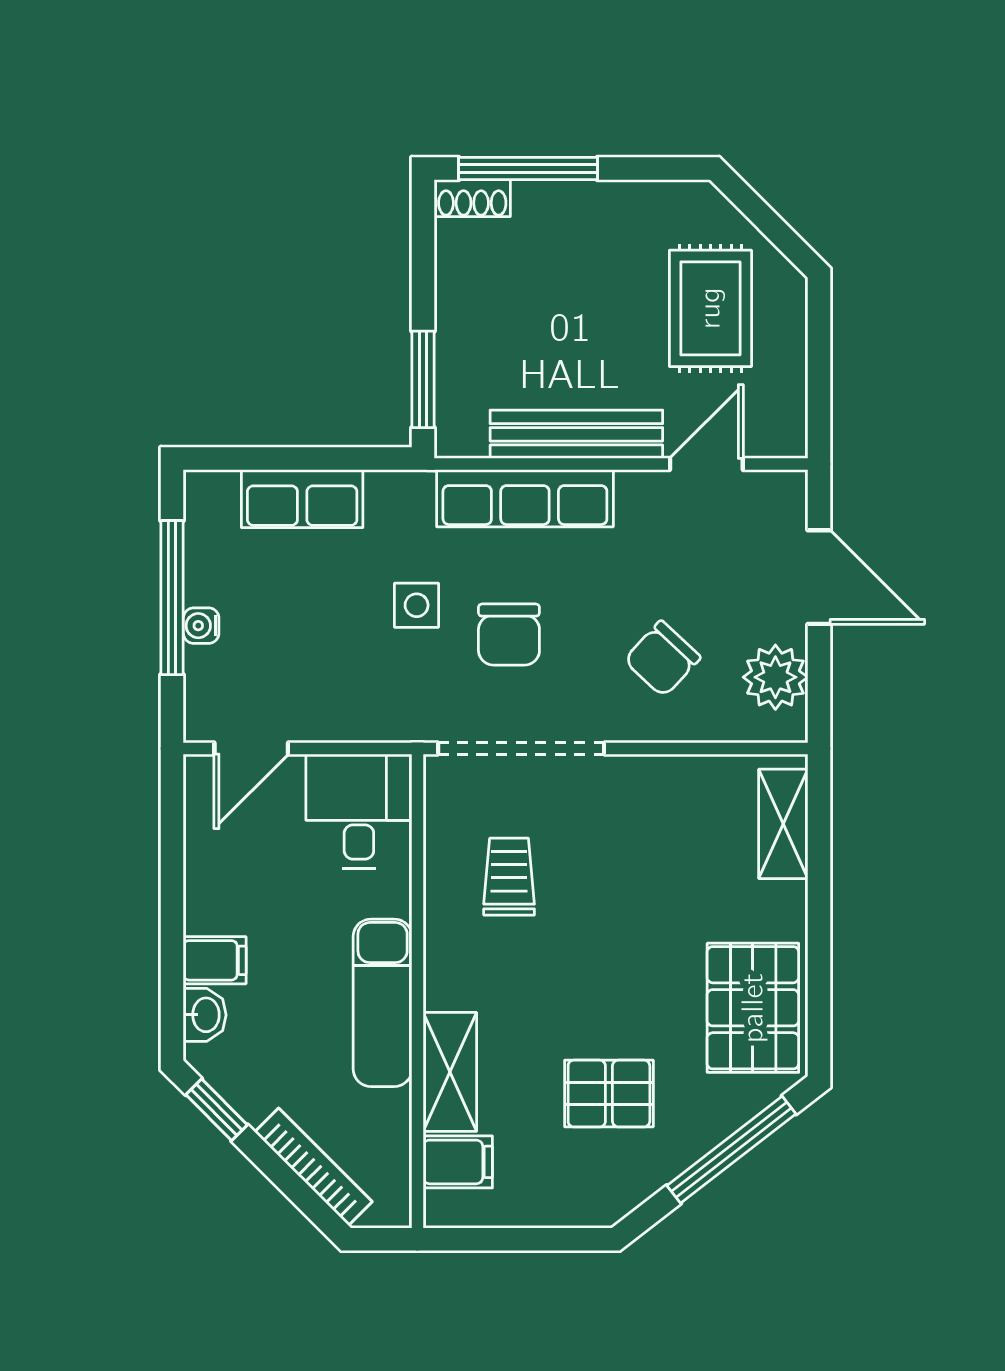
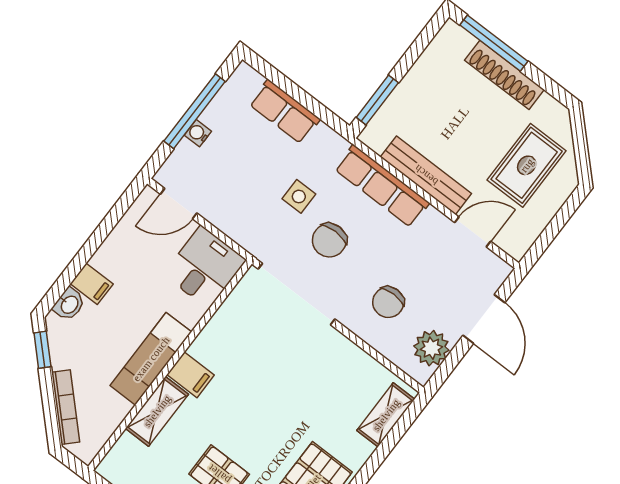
shoe rack: (472, 198) -> (504, 75), moved, width x1.94, depth x1.24
chair: (662, 659) -> (388, 302), turned -43
trolley: (509, 877) -> (248, 346), removed
filing cabinet: (458, 1162) -> (191, 375), moved

